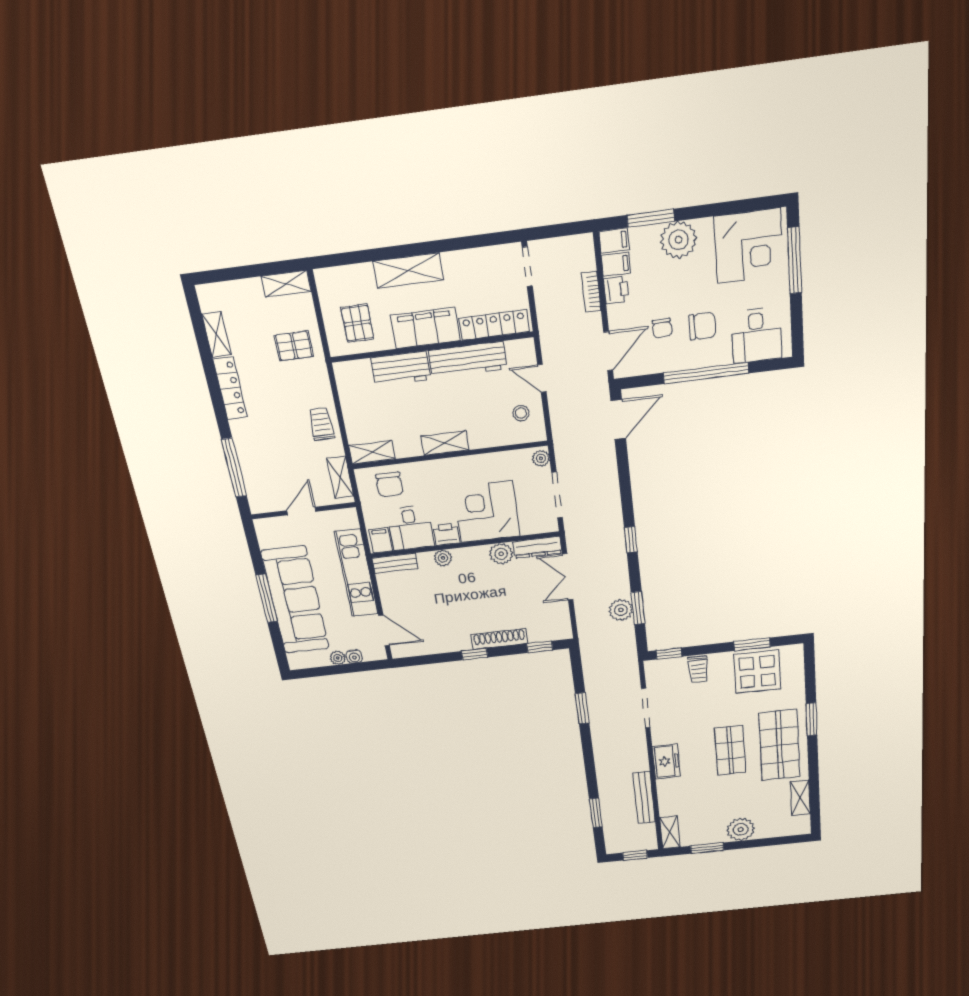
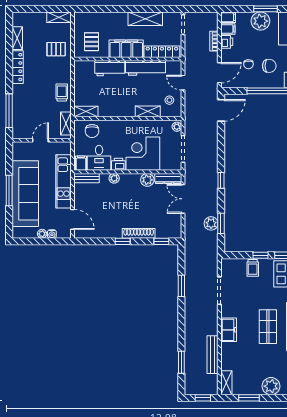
window: (651, 218) -> (266, 9), moved
shelving: (408, 271) -> (145, 19), moved
shelving: (445, 443) -> (148, 111), moved
window: (669, 654) -> (261, 255), moved

